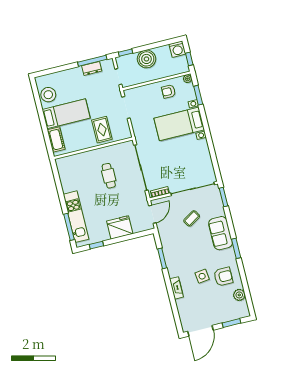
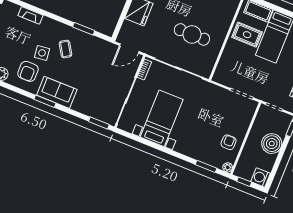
bed with nightstands: (179, 124) -> (162, 118), moved
rug: (102, 130) -> (247, 35), moved
cafe table: (109, 176) -> (192, 34), width x1.37, depth x1.35
door: (152, 214) -> (129, 49), hinge flipped
coffee table: (192, 218) -> (65, 49), moved
sofa: (221, 233) -> (57, 92), moved
fireplace: (176, 288) -> (31, 15), moved

